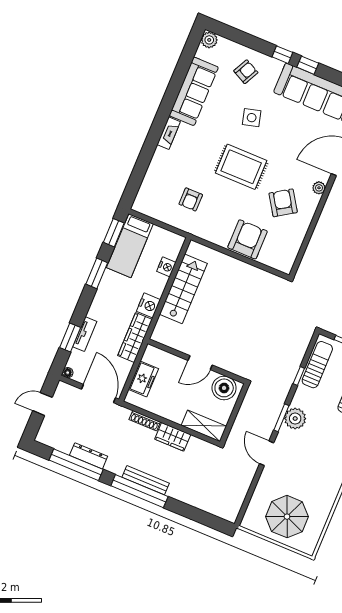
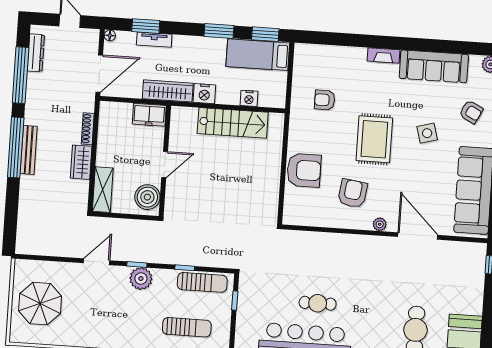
armchair: (283, 203) -> (353, 193), turned -49
door: (200, 363) -> (165, 165), swing flipped
freezer: (143, 379) -> (149, 115), moved
window: (281, 418) -> (137, 265), width x0.67
dresser: (89, 456) -> (36, 53), moved

